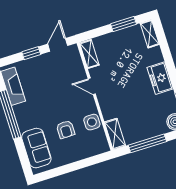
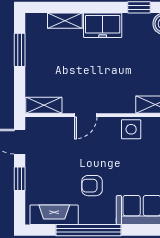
shelving: (150, 34) -> (65, 21), moved
armchair: (66, 129) -> (92, 186), moved, turned 180

